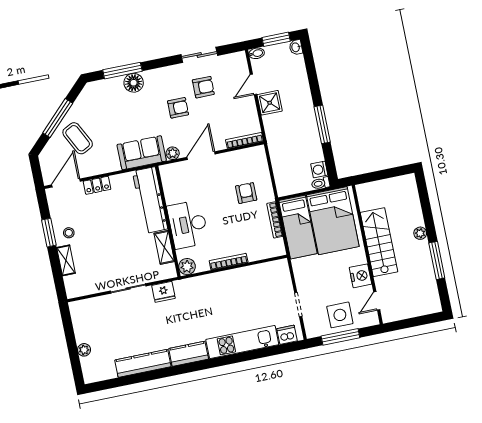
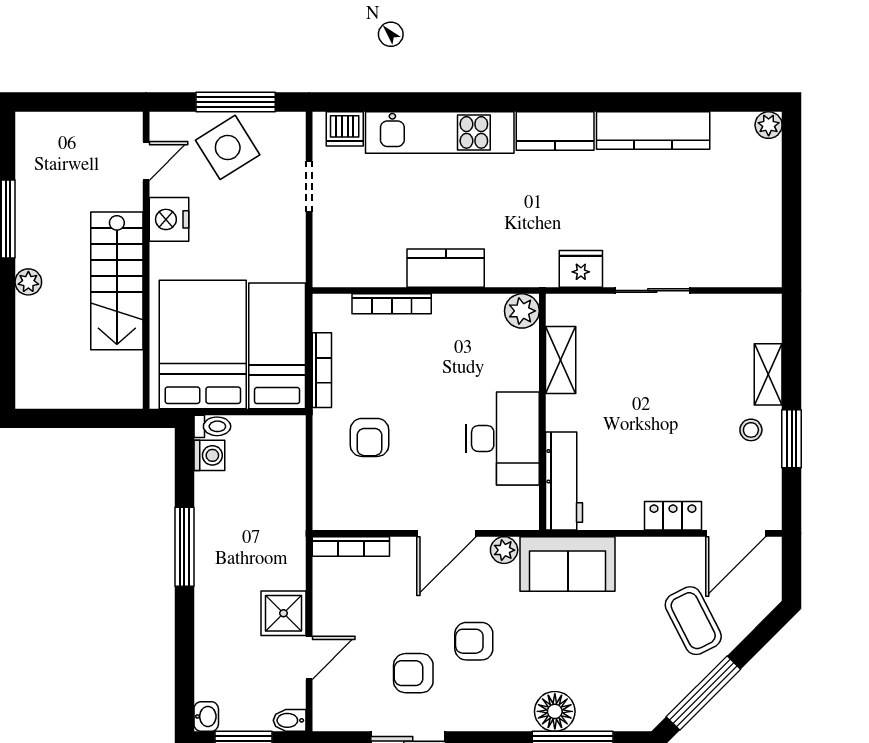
window: (58, 118) -> (703, 693), moved
workbench: (150, 200) -> (564, 481), width x0.73, depth x0.76
desk: (188, 224) -> (502, 439), moved
bookcase: (229, 262) -> (392, 304), moved
kitchen counter: (227, 279) -> (446, 268), added
side table: (340, 315) -> (228, 147), turned -32
plant: (84, 350) -> (769, 125), moved

